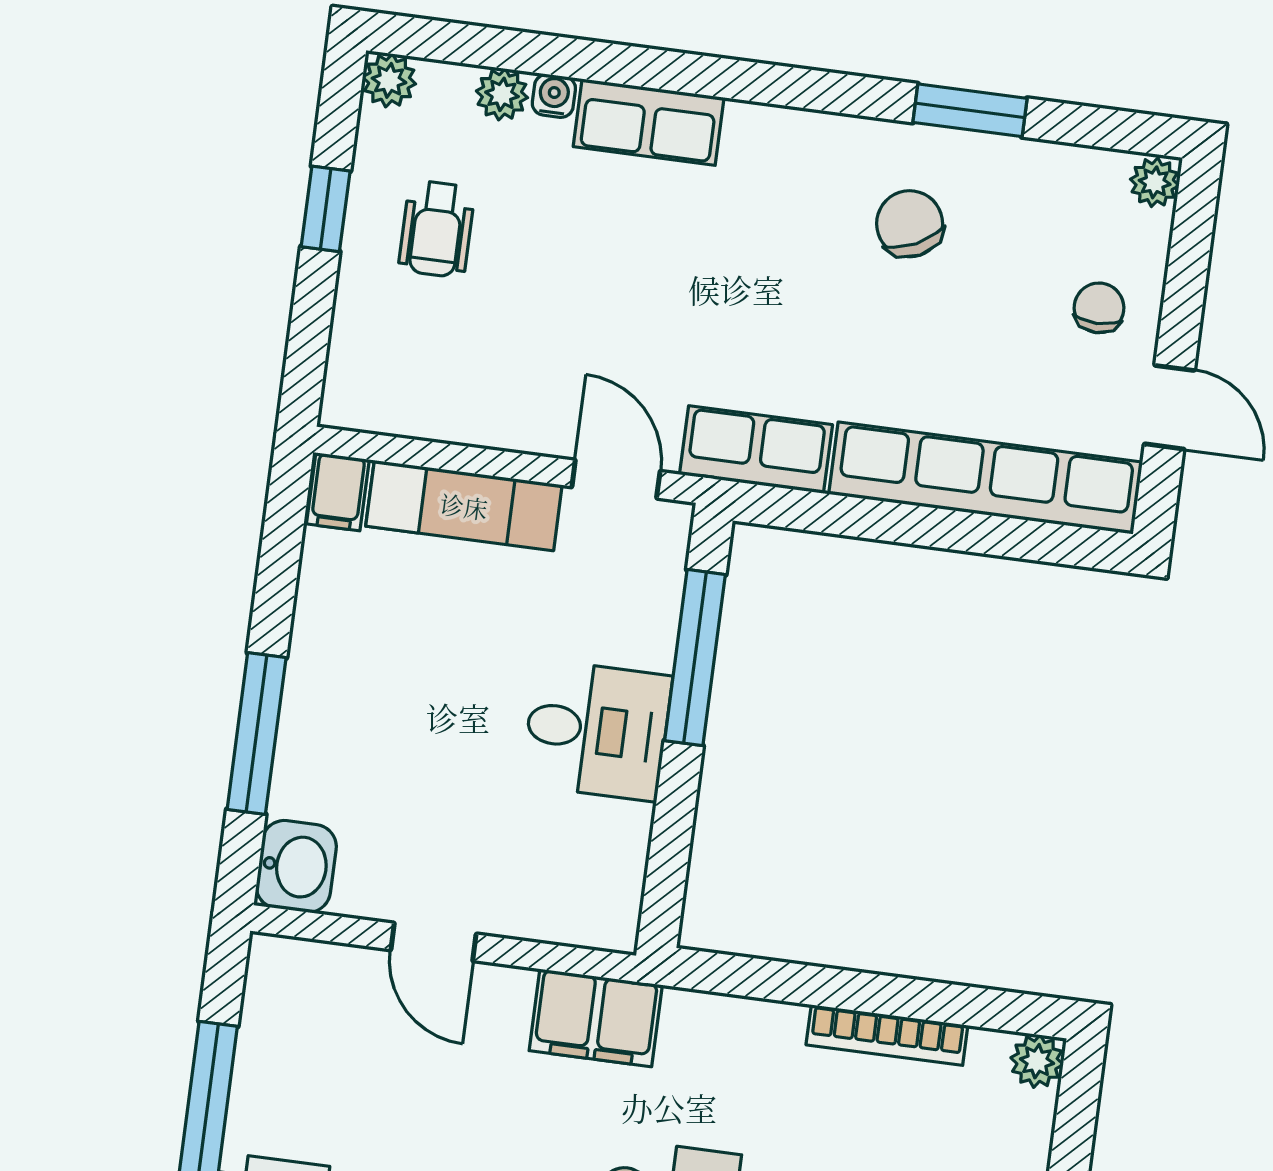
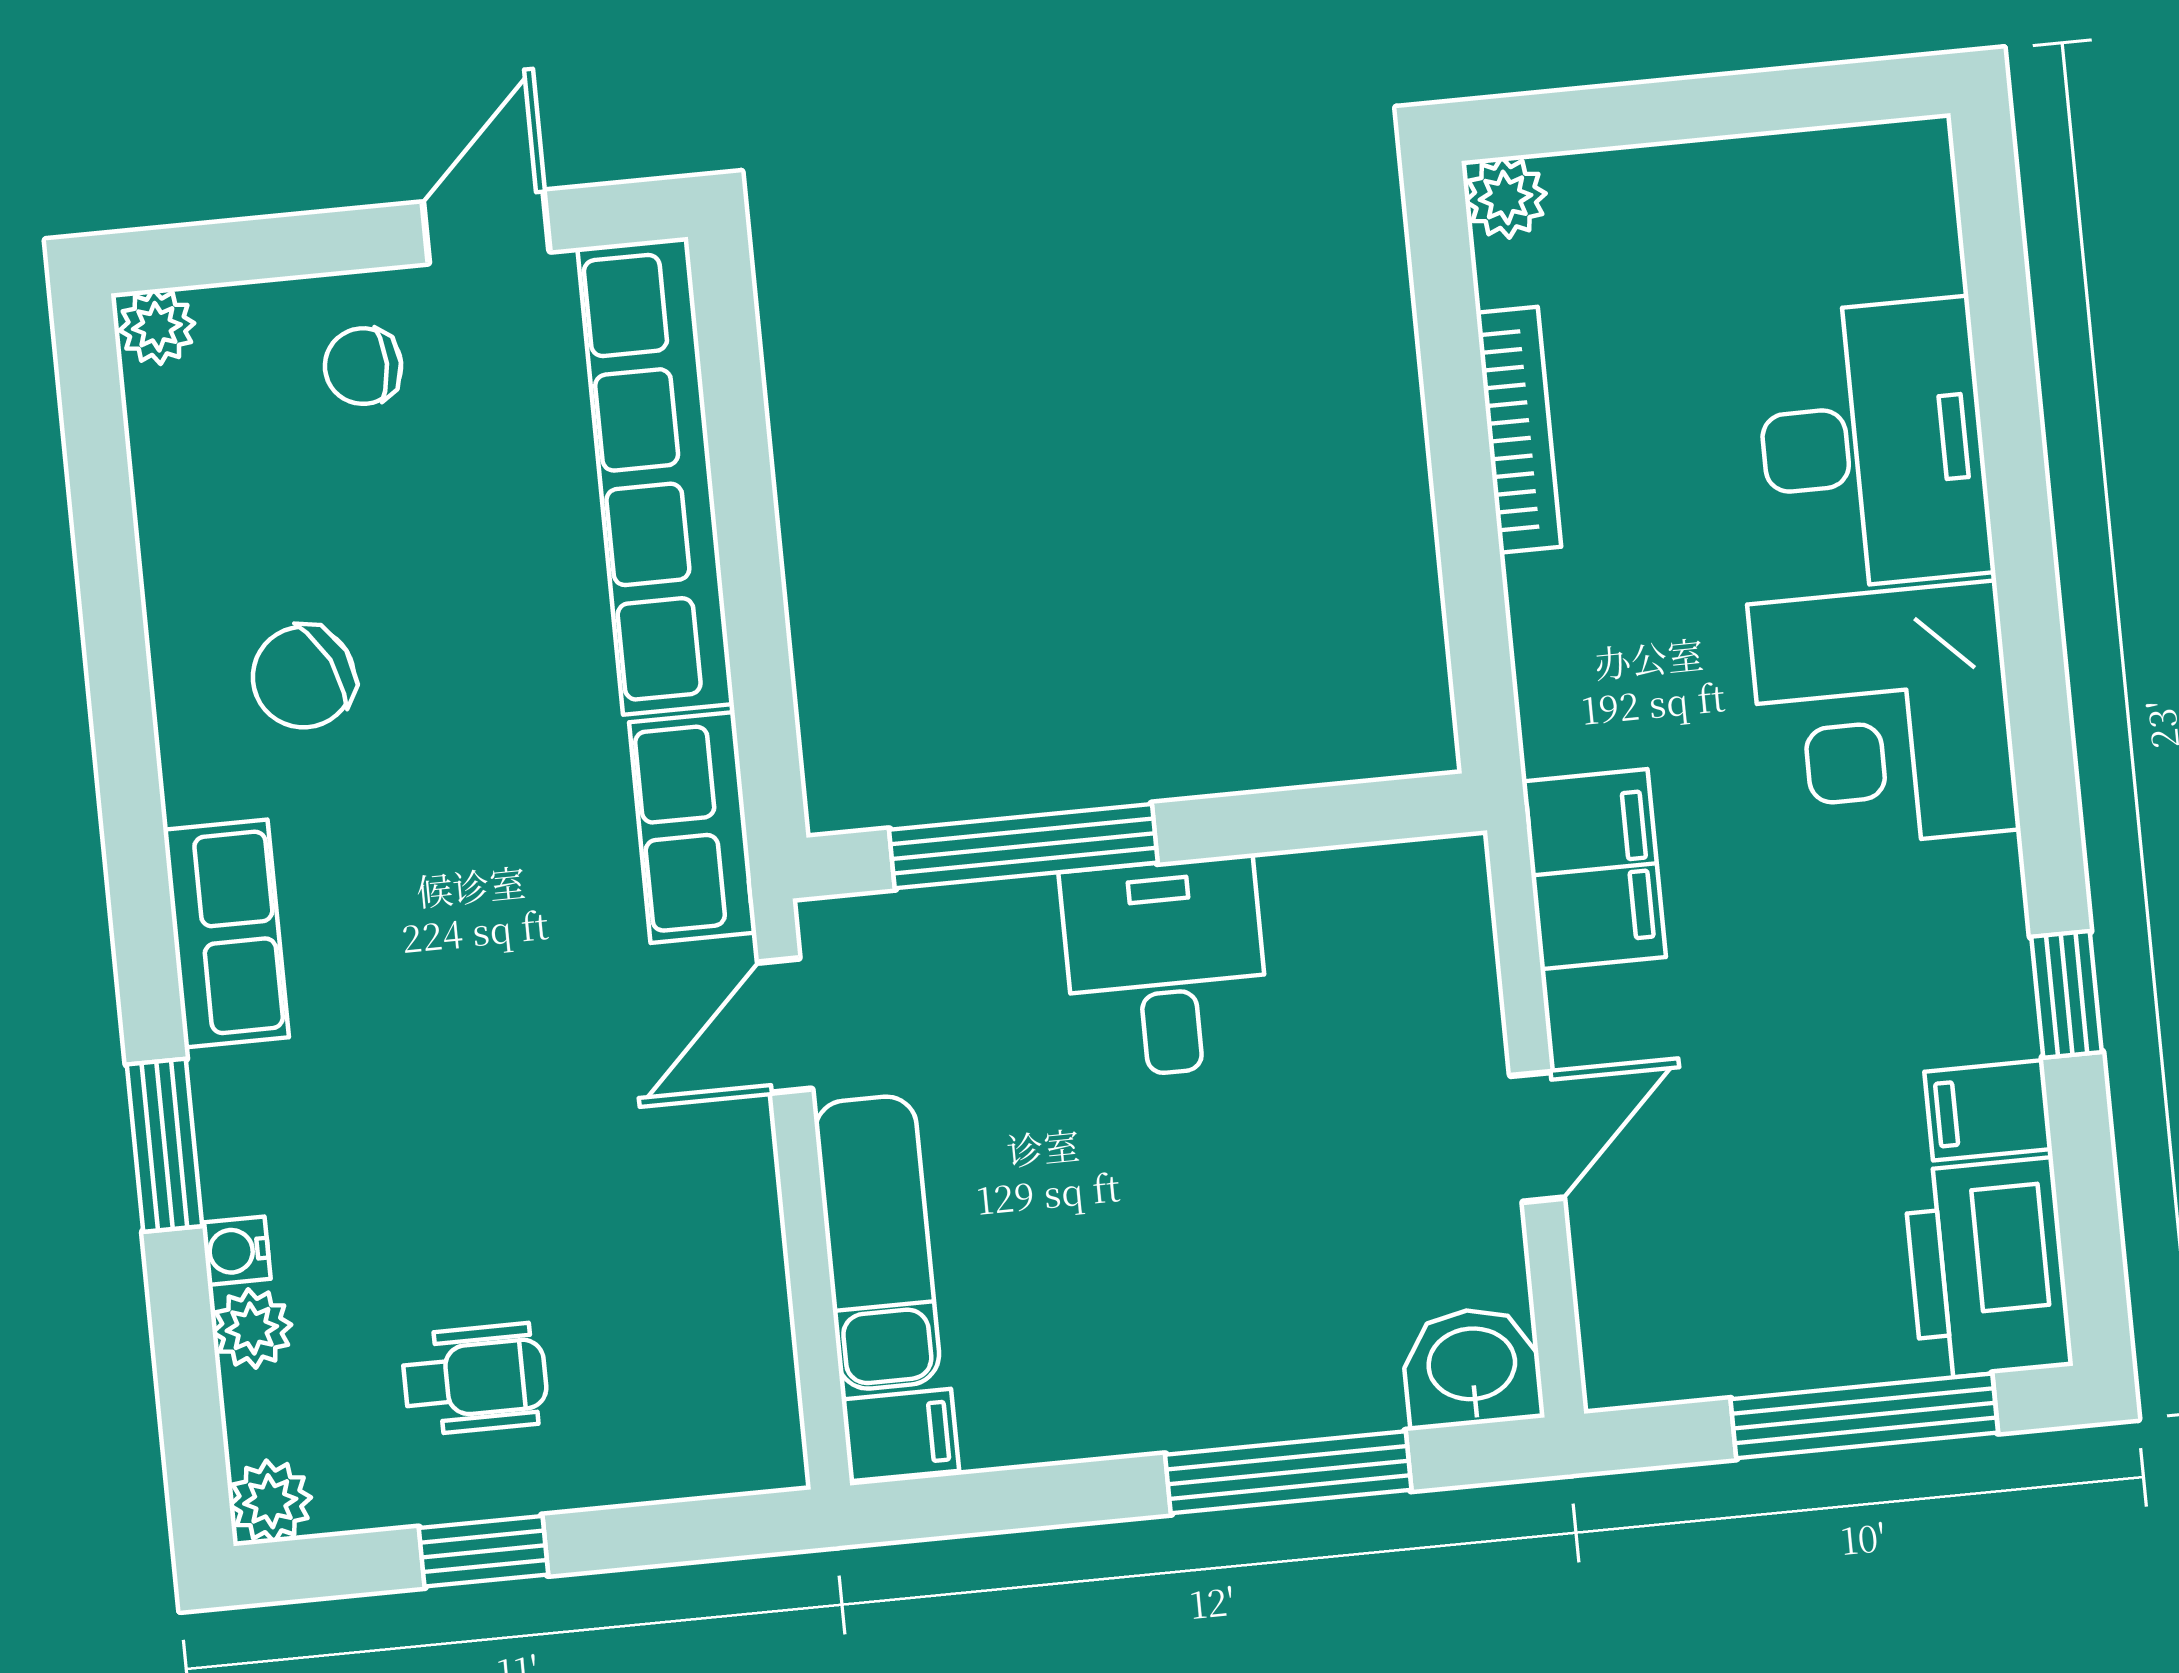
window: (970, 110) -> (165, 1145), moved
row of seats: (649, 122) -> (226, 934), moved

